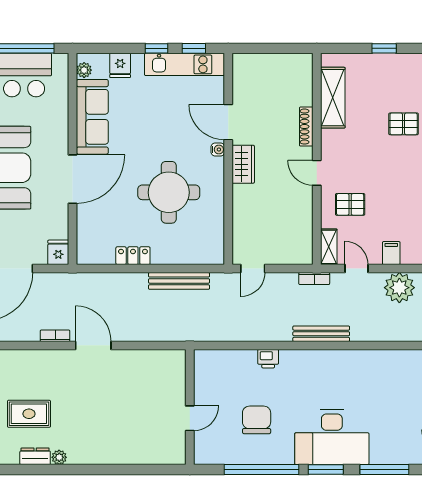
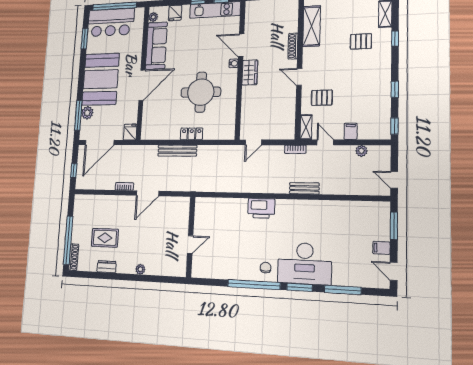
locker: (133, 256) -> (192, 134), moved
bench: (179, 281) -> (177, 151), moved
plant: (399, 288) -> (361, 151), width x0.53, depth x0.53
bench: (321, 334) -> (304, 188), width x0.73
door: (93, 345) -> (148, 193), swing flipped
printer: (268, 359) -> (261, 208), width x1.87, depth x1.48
wall: (190, 407) -> (191, 237), moved
door: (190, 418) -> (190, 245), moved
chair: (257, 420) -> (266, 268), moved, width x0.54, depth x0.54
plant: (59, 457) -> (140, 269), moved

